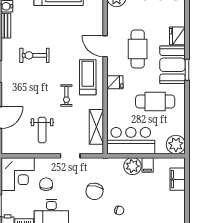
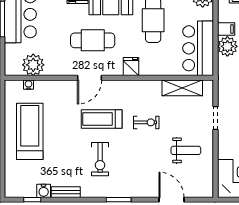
treadmill: (88, 77) -> (102, 119), moved

